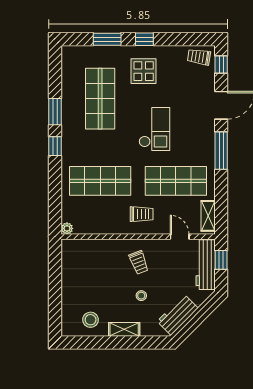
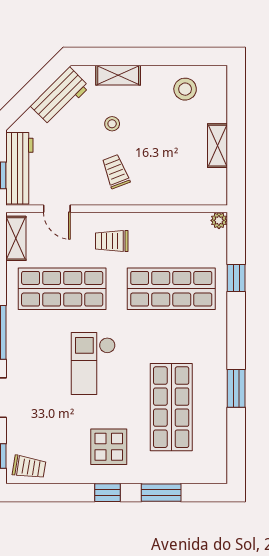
window: (55, 146) -> (236, 278), moved
shelving: (68, 280) -> (217, 146), added
shelving: (124, 329) -> (118, 75), moved

